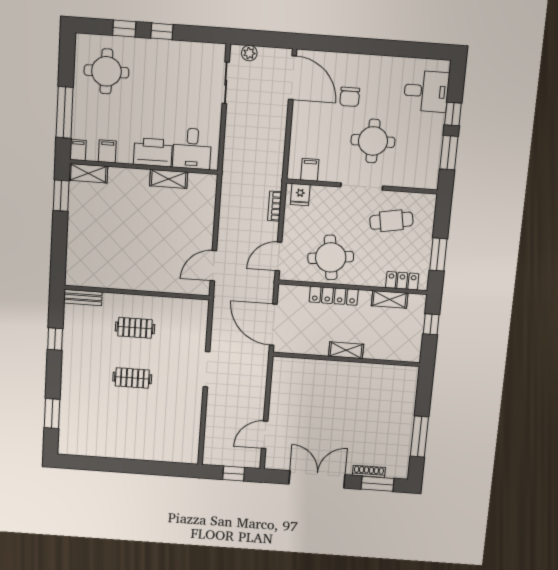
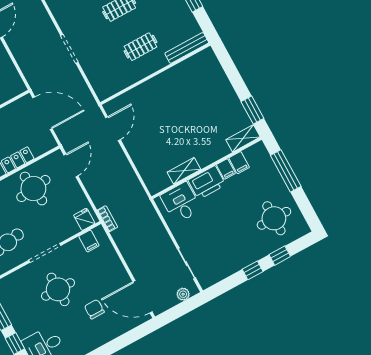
filing cabinet: (78, 150) -> (226, 169), moved
bookcase: (275, 206) -> (107, 219), moved
bench: (83, 297) -> (187, 48), width x1.36

